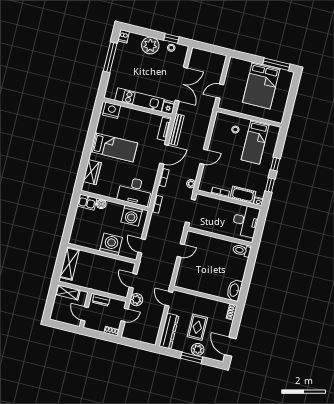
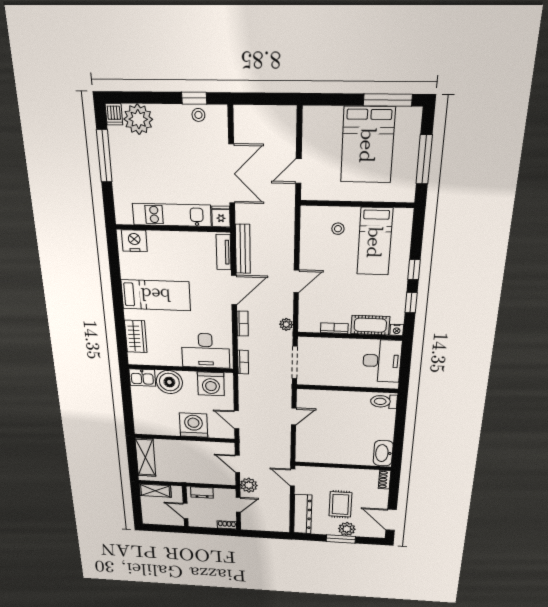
plant: (150, 45) -> (138, 119), moved
window: (291, 101) -> (424, 159), added
boiler: (101, 204) -> (169, 382), width x1.86, depth x1.86

